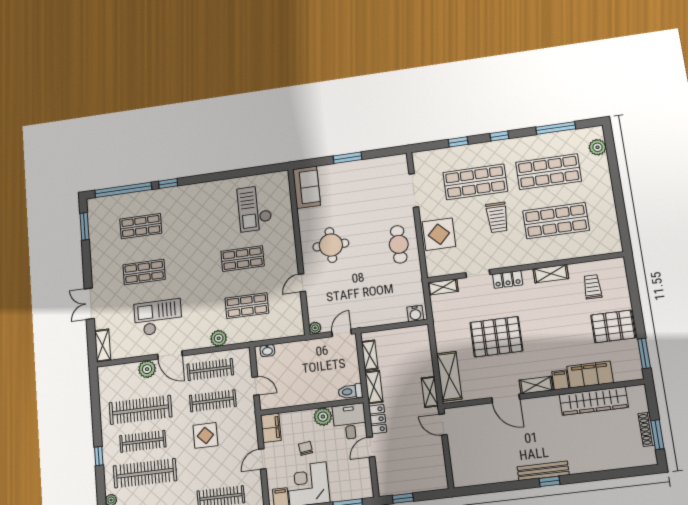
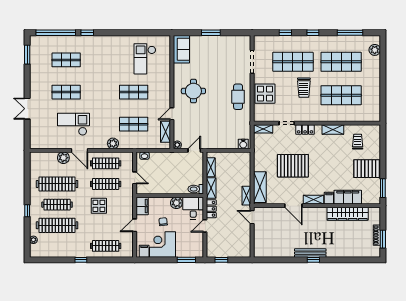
shelving: (103, 345) -> (165, 132), moved

